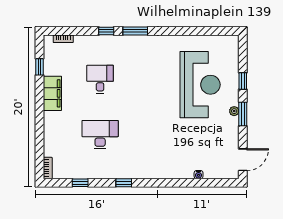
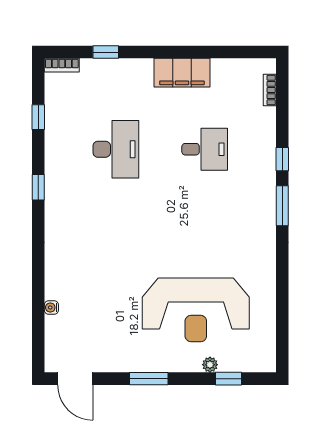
window: (40, 67) -> (106, 52), moved
window: (243, 81) -> (228, 379), moved
plant: (234, 111) -> (210, 365), moved

